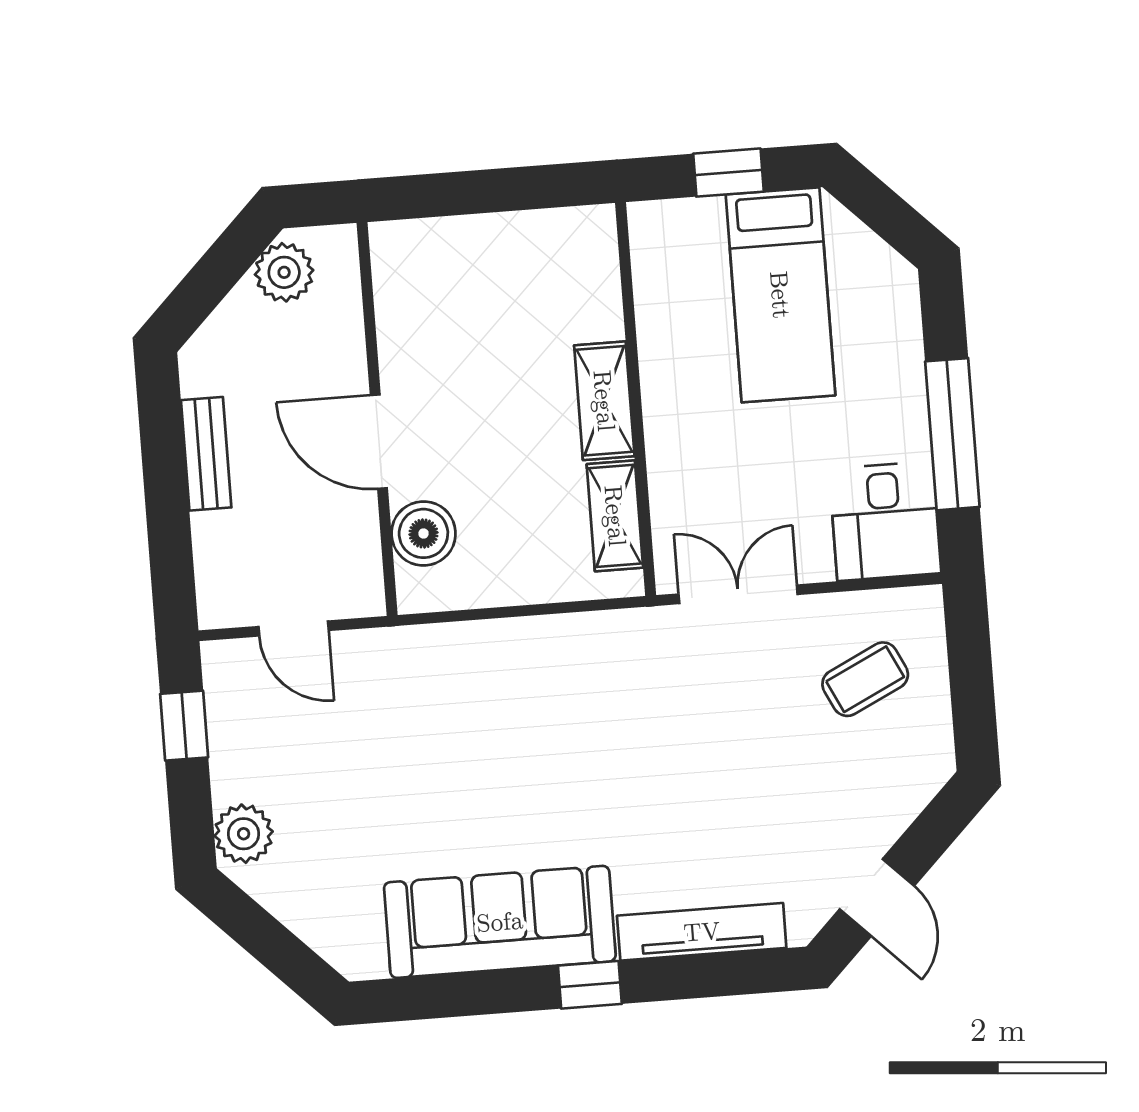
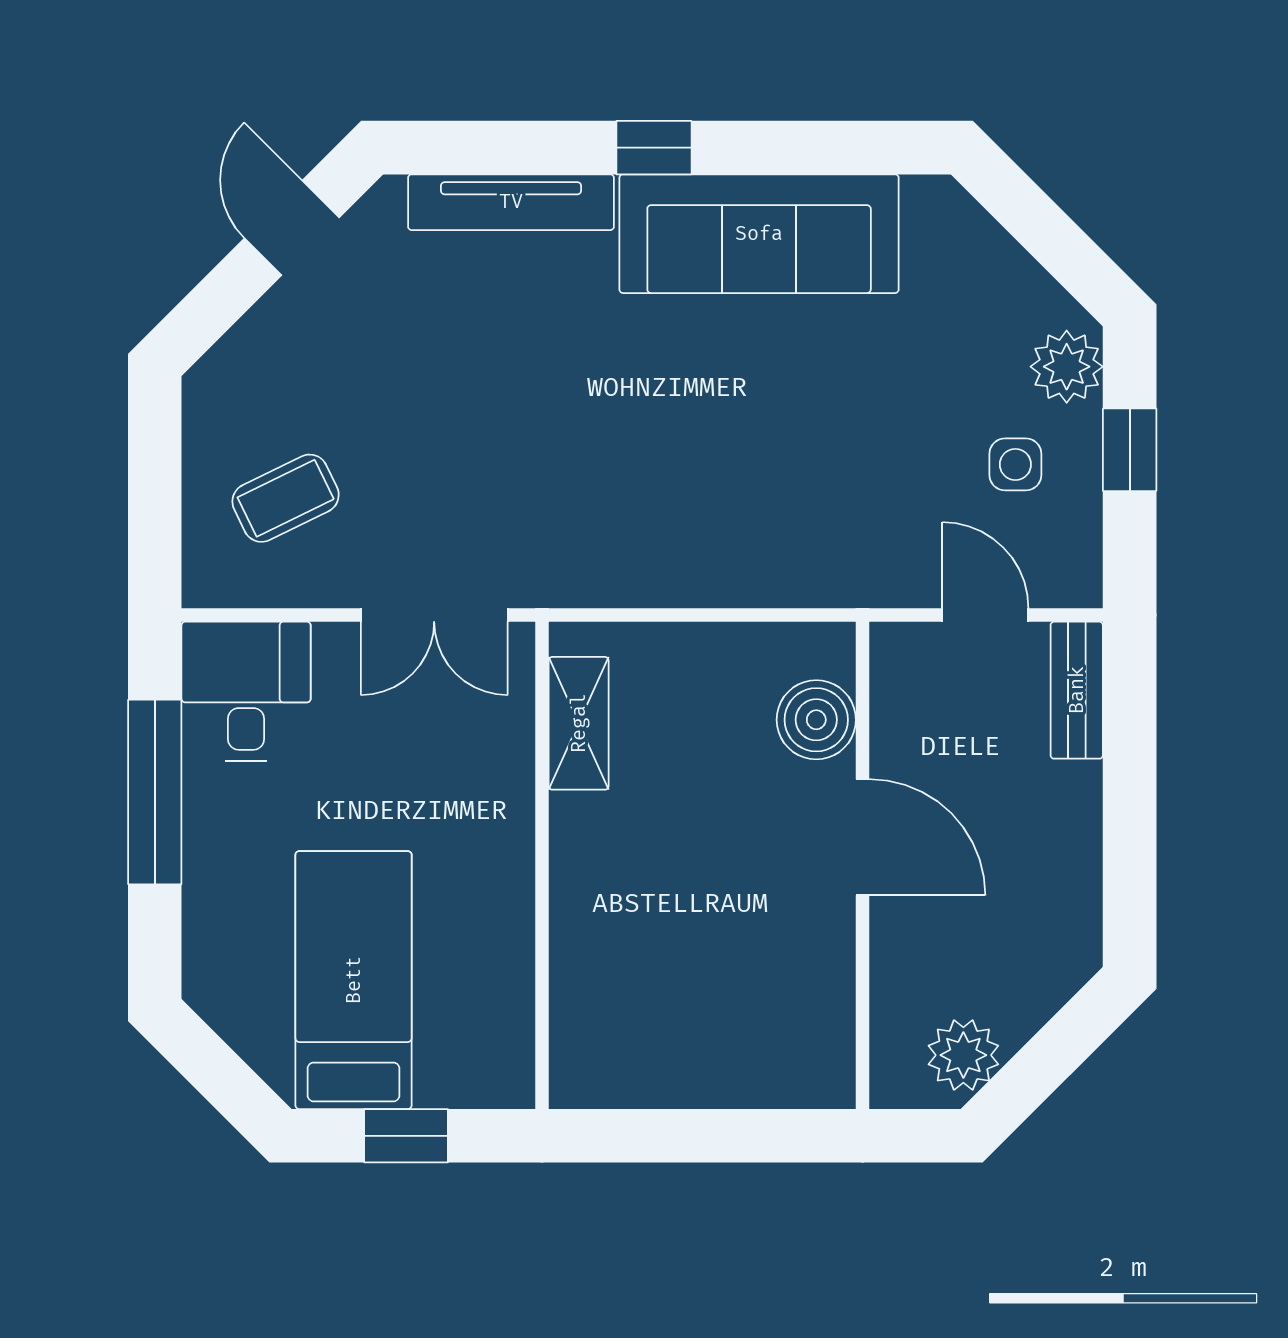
shelving: (604, 401) -> (581, 866), removed
bench: (206, 454) -> (1077, 690), moved
window: (184, 726) -> (1130, 450), moved
side table: (279, 752) -> (1015, 464), added

